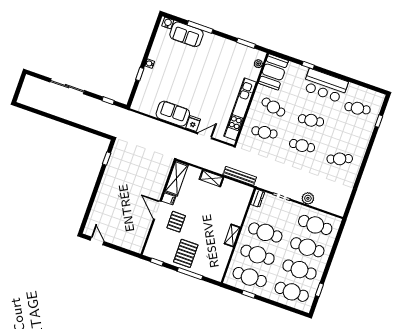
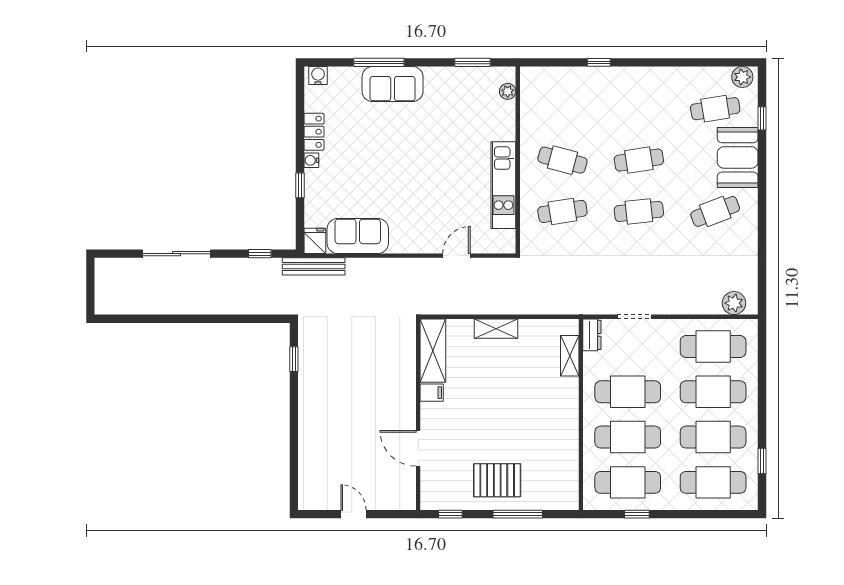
sofa: (186, 34) -> (393, 84), moved
locker: (156, 50) -> (314, 132), added
booth: (273, 72) -> (738, 157), moved
bar counter: (325, 86) -> (643, 89), removed
plant: (376, 97) -> (742, 77), added
kitchen unit: (240, 109) -> (503, 185), width x0.73
sofa: (173, 114) -> (358, 236), moved
fridge: (193, 123) -> (315, 241), moved
bench: (240, 176) -> (314, 266), moved
plant: (308, 198) -> (734, 303), moved
door: (157, 210) -> (418, 448), moved
pallet: (176, 222) -> (460, 429), removed
shelving: (232, 235) -> (570, 356), moved
door: (97, 241) -> (353, 514), moved
pallet: (186, 253) -> (497, 480), turned 90

